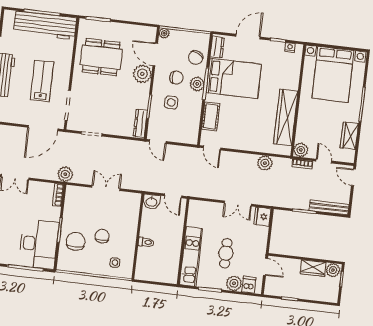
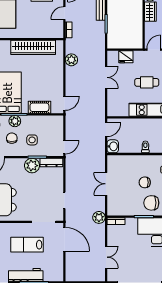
plant: (142, 74) -> (32, 166), moved
plant: (301, 150) -> (58, 32), removed
fridge: (262, 217) -> (126, 57), moved

